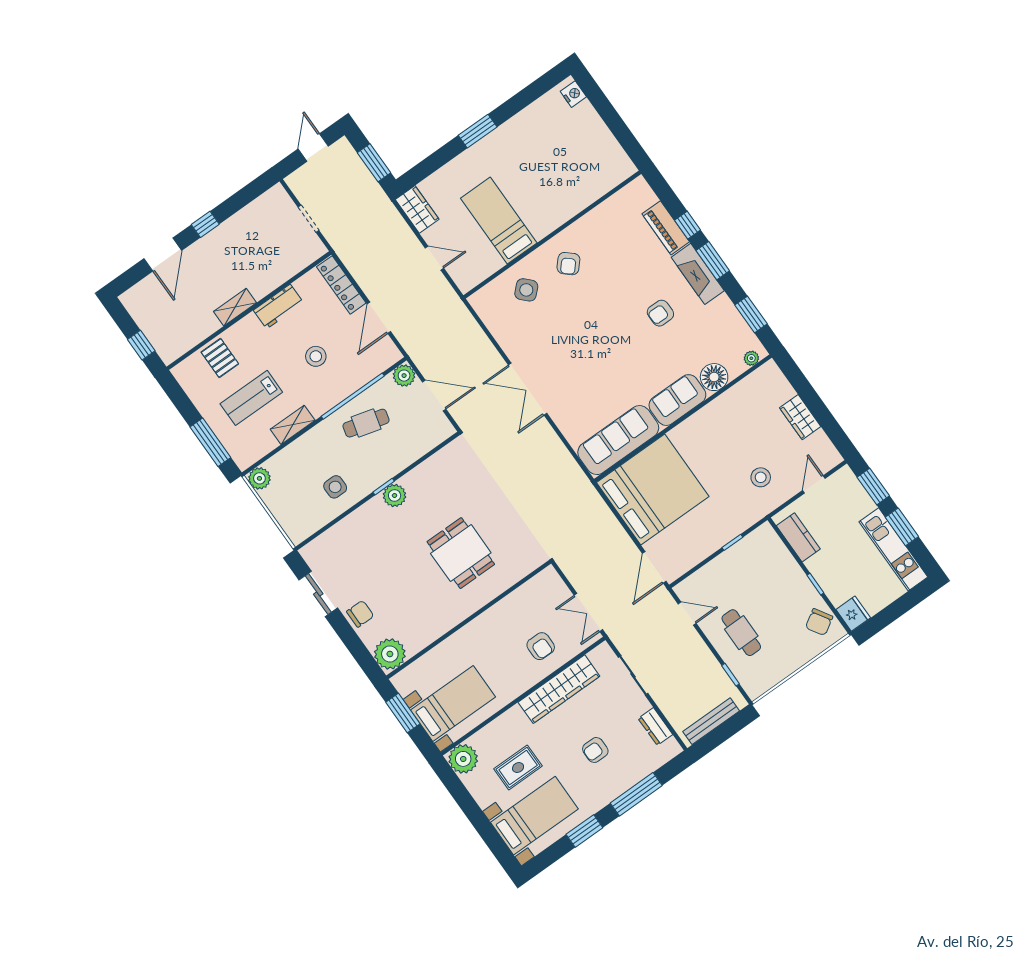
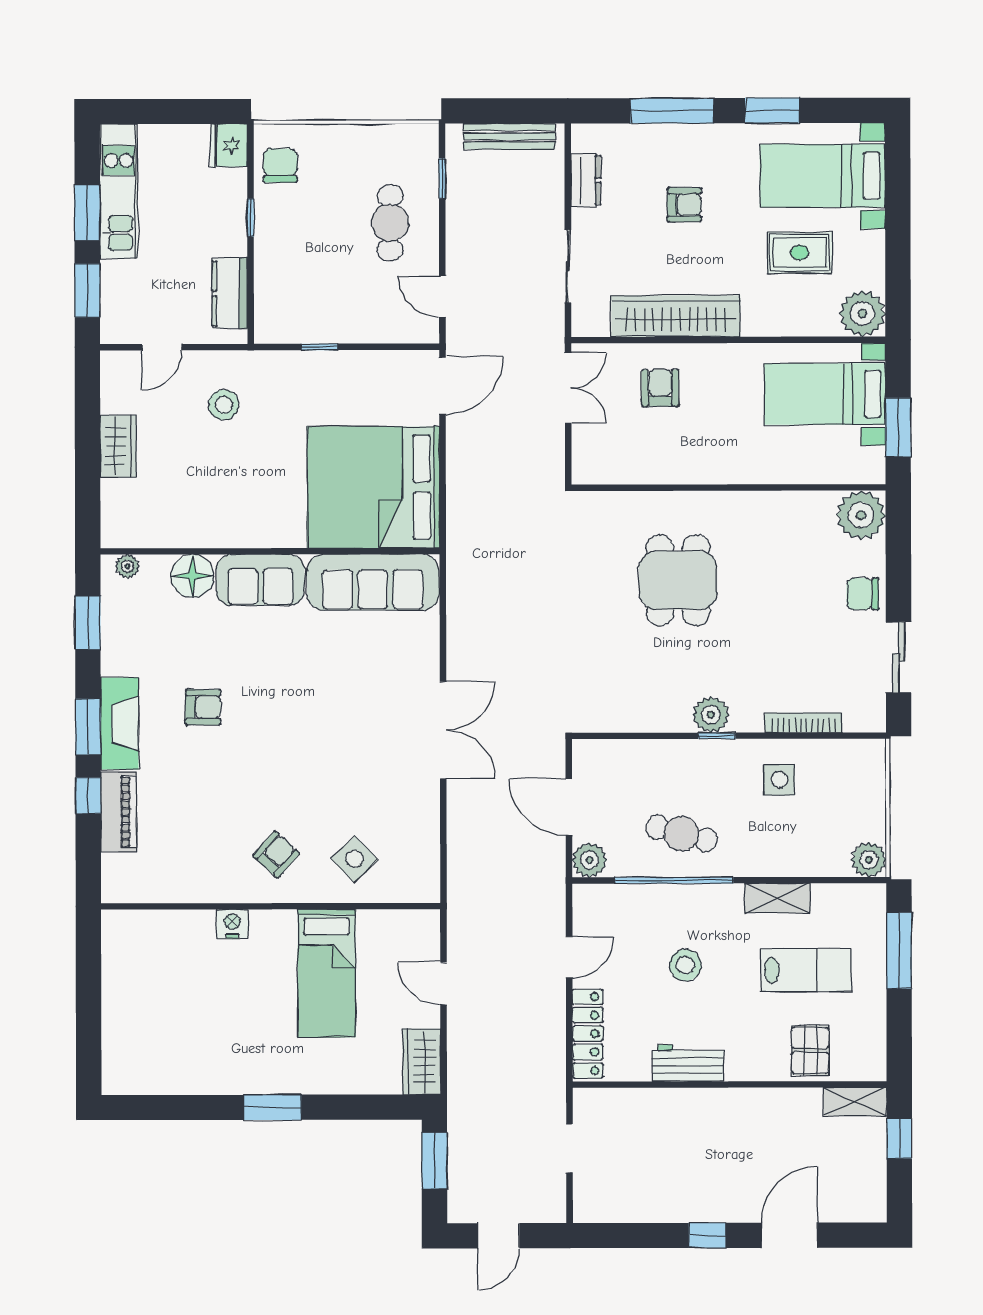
nightstand: (573, 94) -> (232, 924), moved, turned 90
shelving: (235, 307) -> (855, 1102), moved
door: (379, 318) -> (569, 957), width x0.73
bookcase: (343, 525) -> (804, 723), added
chair: (819, 622) -> (280, 166), turned -58

